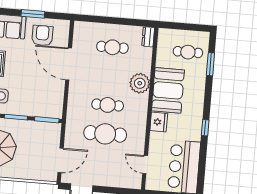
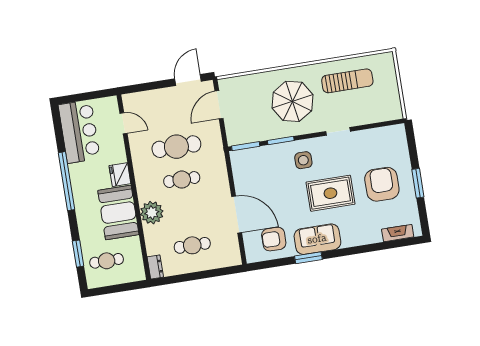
window: (33, 14) -> (308, 258), moved
armchair: (42, 36) -> (274, 239), turned 90
window: (205, 128) -> (66, 181), width x3.17

